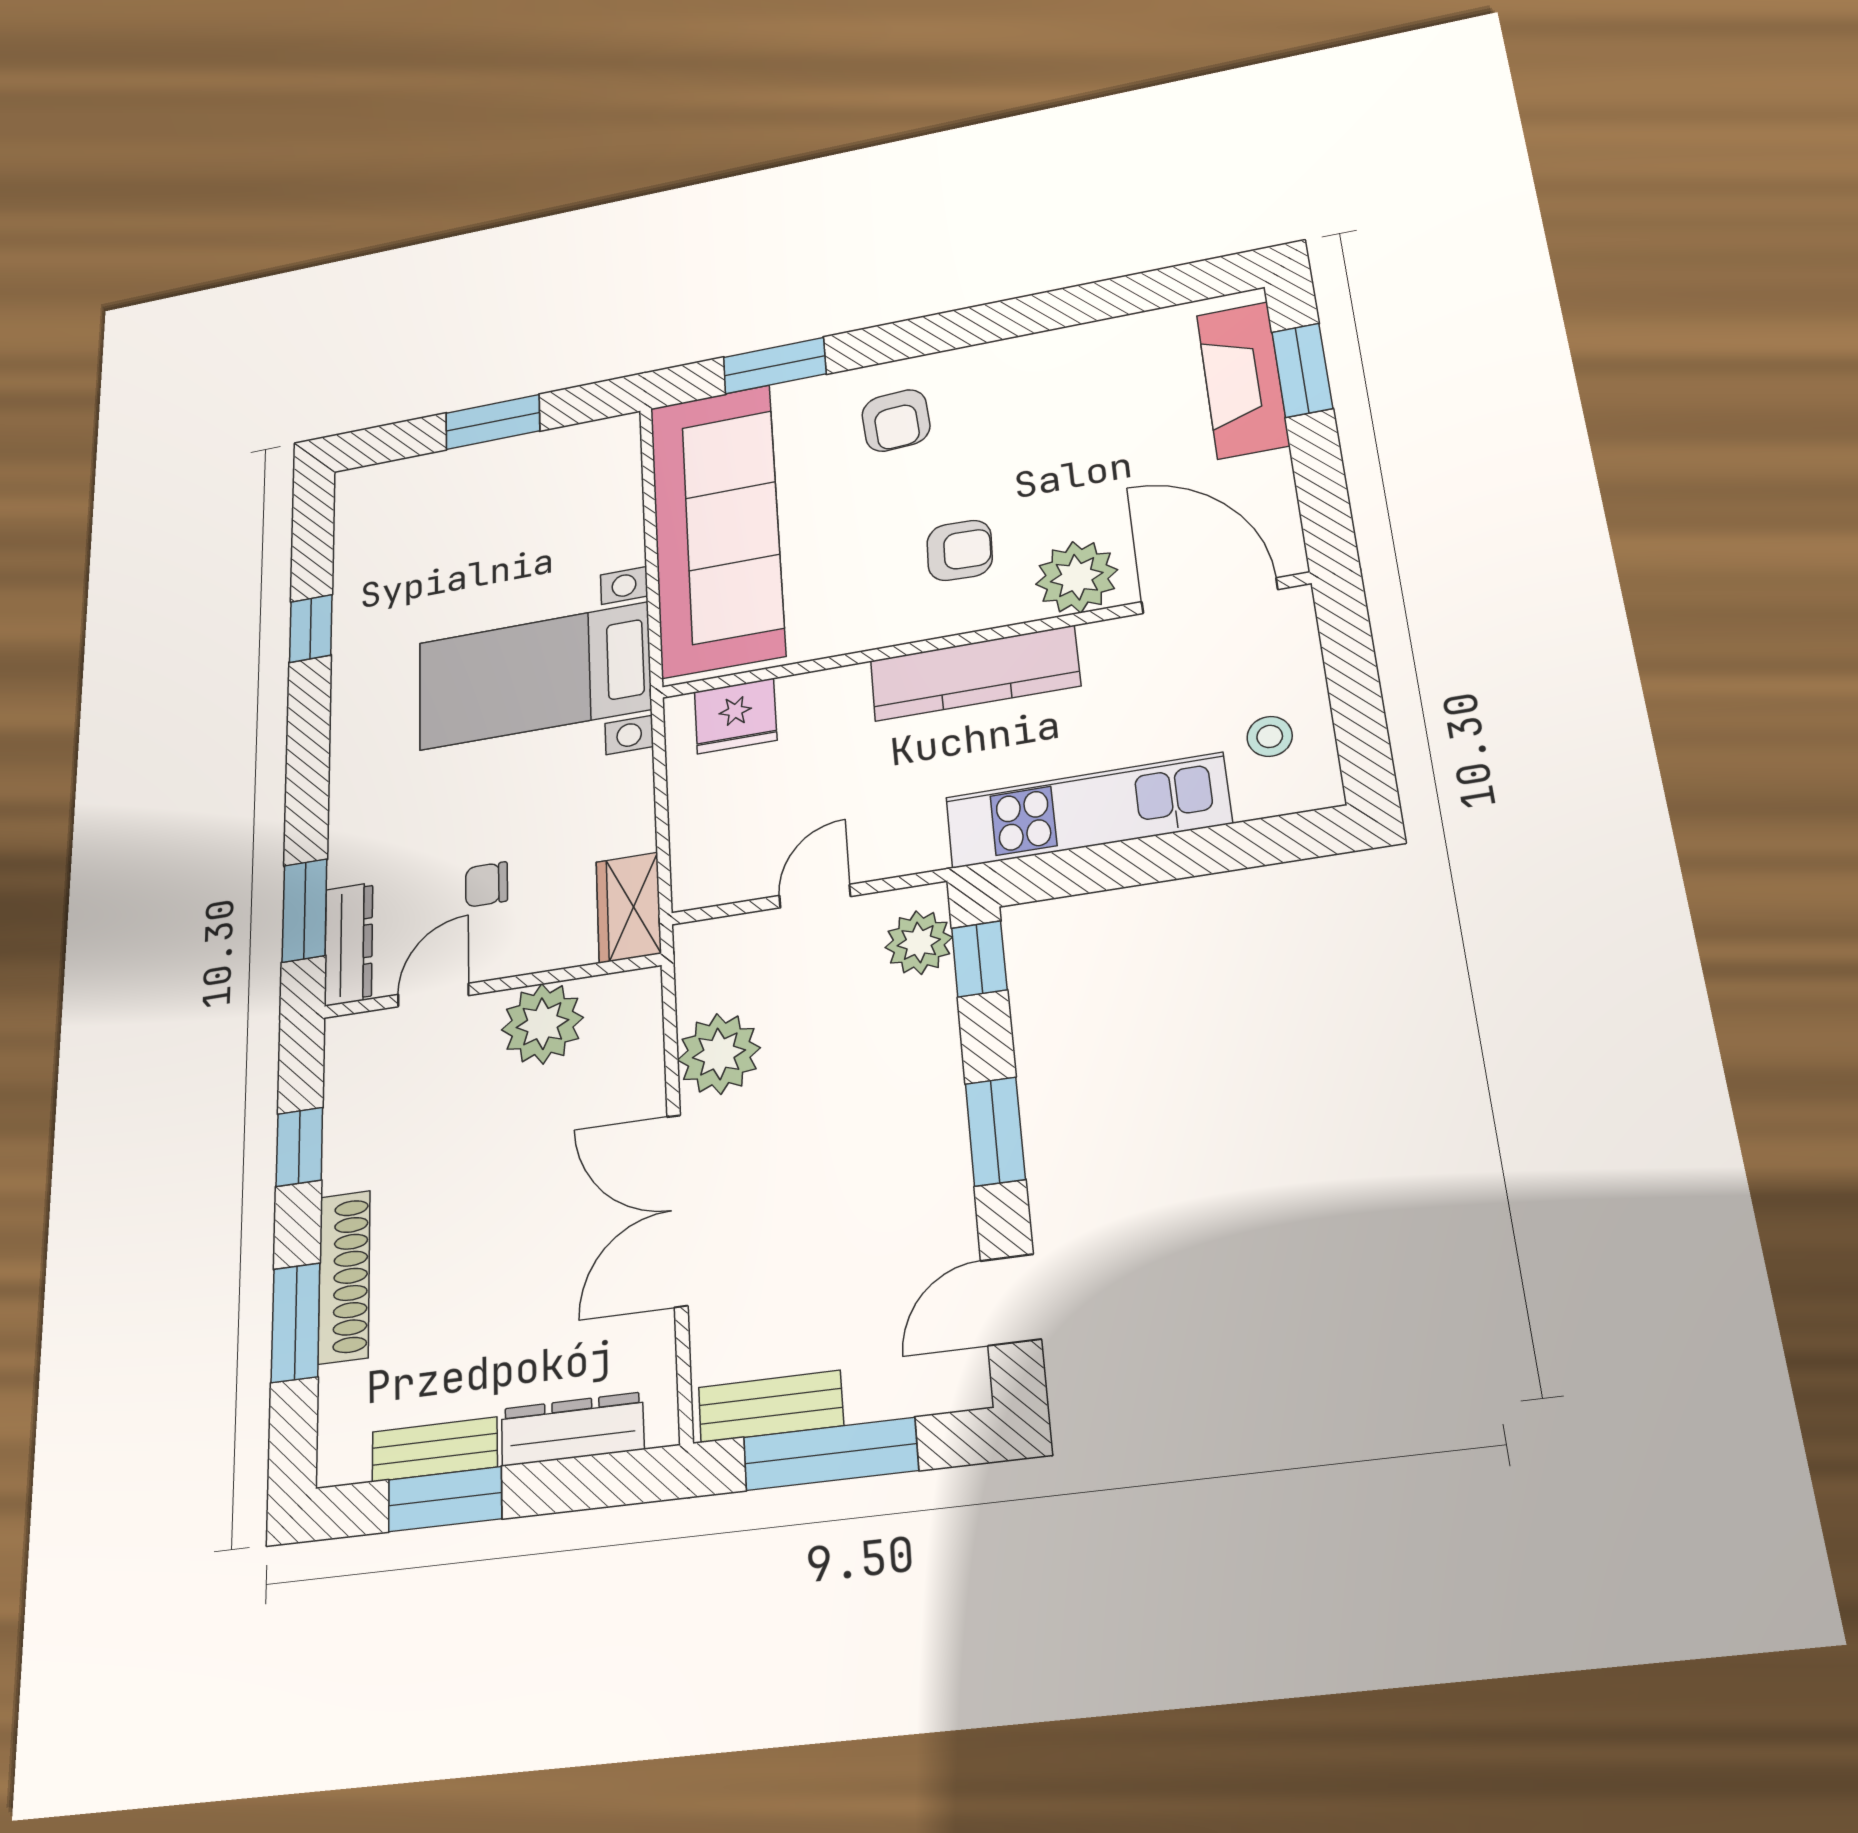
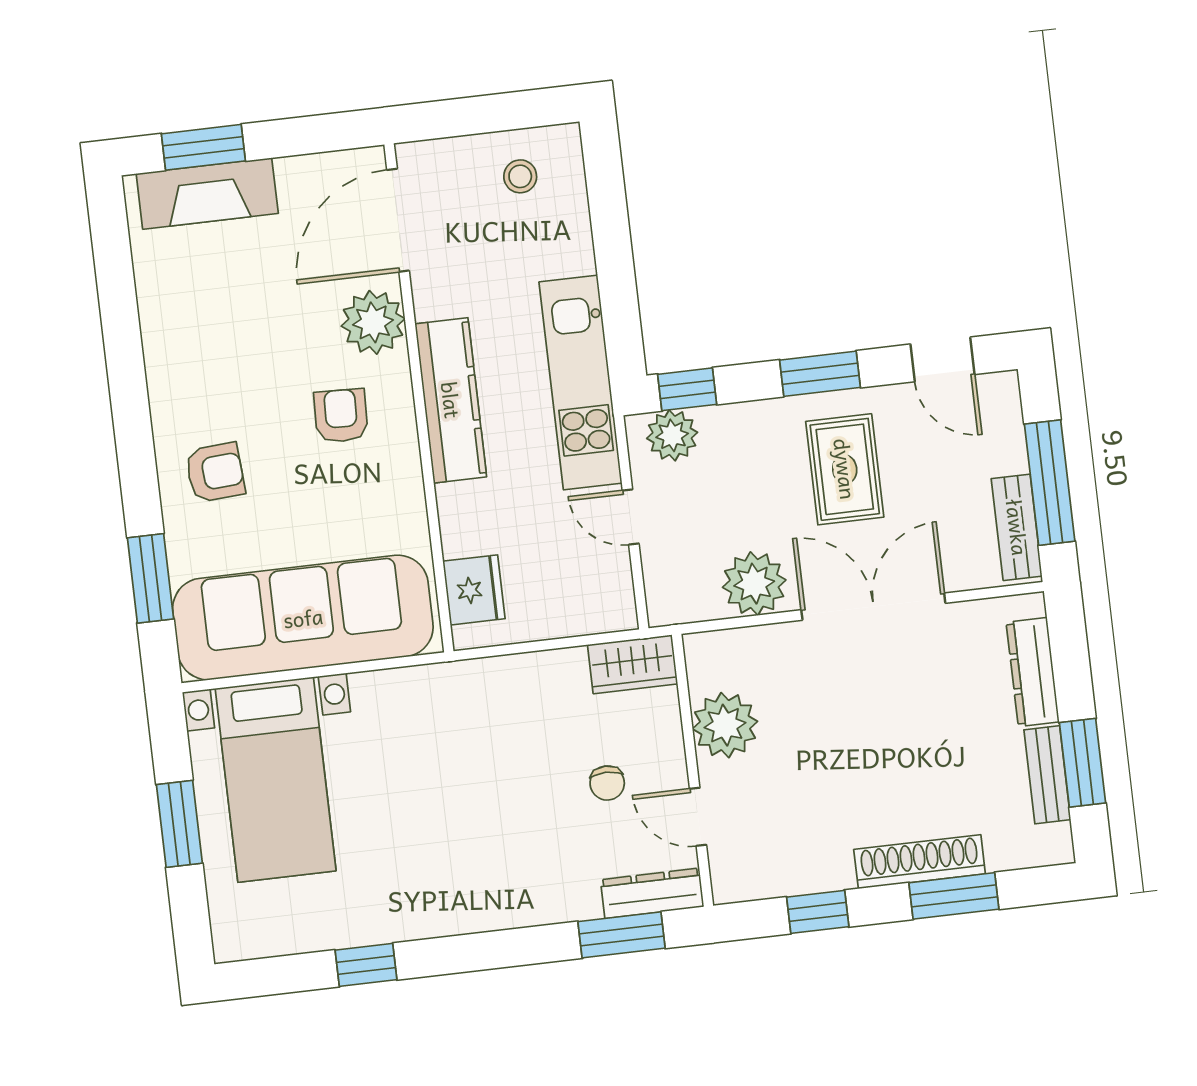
bed with nightstands: (534, 676) -> (276, 780), moved
kitchen unit: (1087, 810) -> (580, 382), moved
rug: (863, 1168) -> (845, 469), added
double door: (677, 1210) -> (873, 607), swing flipped

